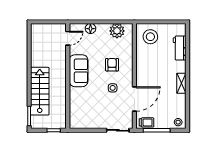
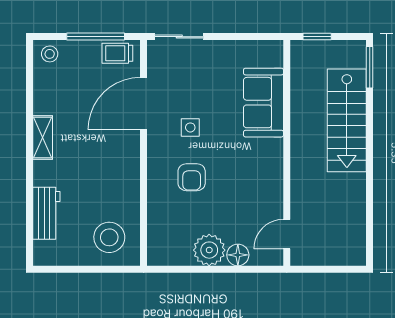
plant: (117, 31) -> (209, 250), moved
sofa: (79, 71) -> (264, 103), moved

